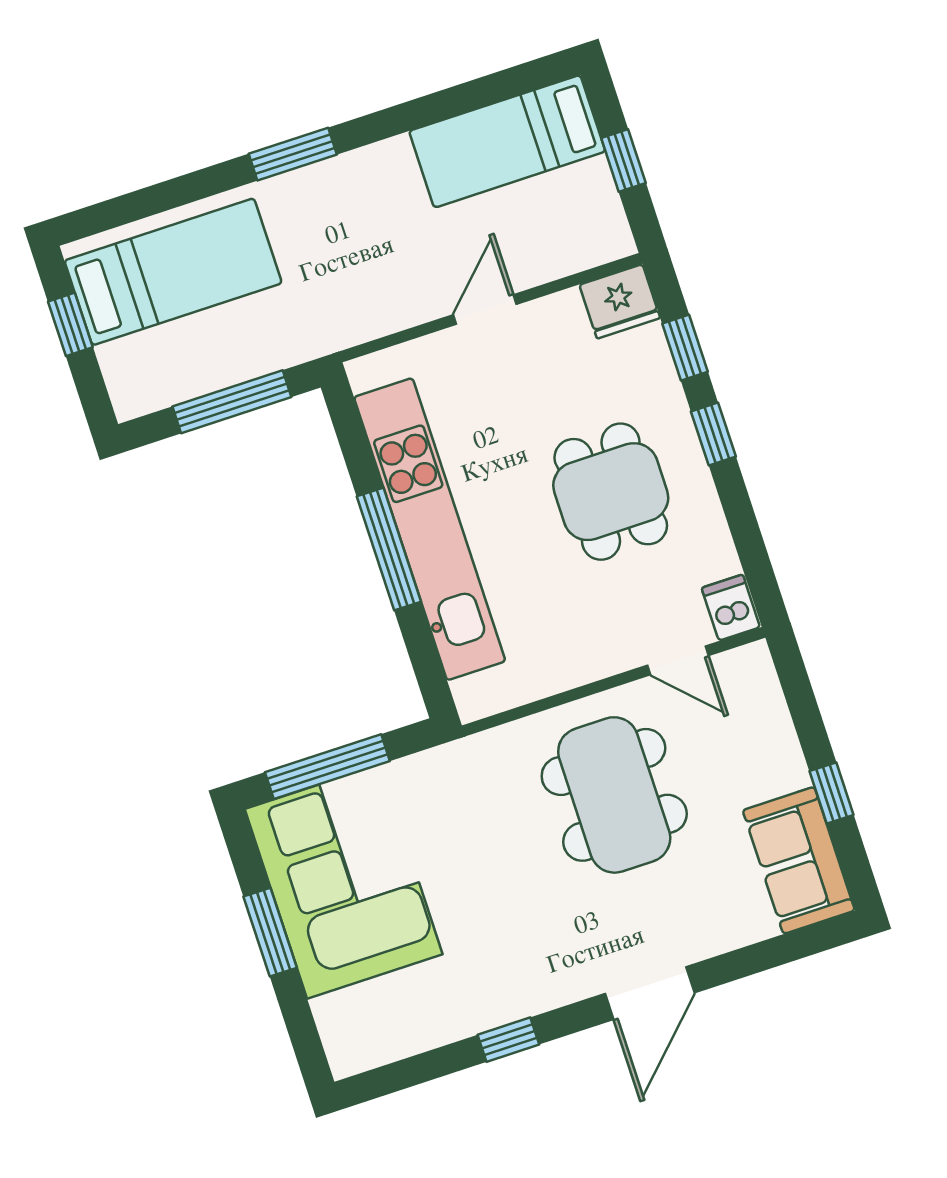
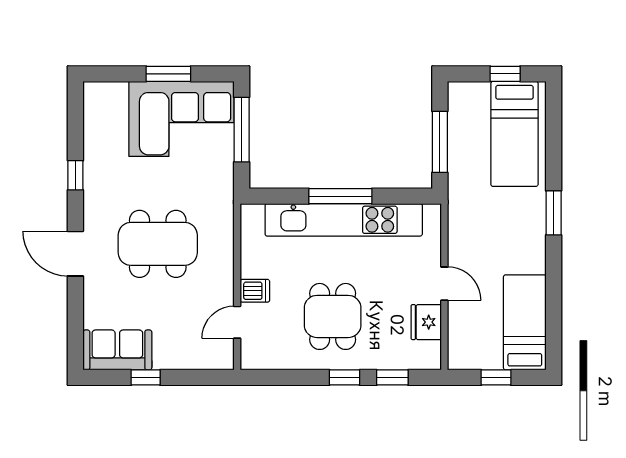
fridge: (620, 301) -> (426, 322), moved
dining table: (611, 492) -> (333, 316), turned 90
dishwasher: (731, 608) -> (255, 291), moved
dining table: (614, 795) -> (158, 244), moved

